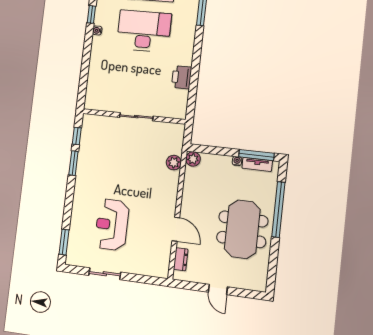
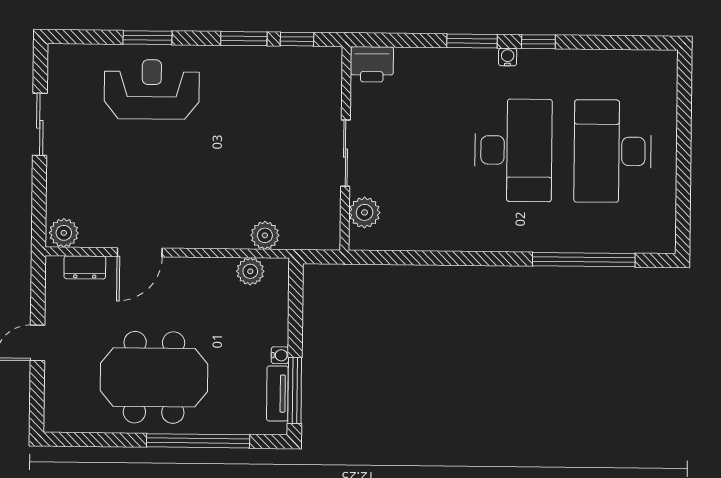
window: (87, 48) -> (472, 41), added
printer: (182, 77) -> (372, 64), moved, turned 180
plant: (167, 110) -> (365, 212), added
plant: (193, 159) -> (250, 271), moved
reception desk: (112, 225) -> (152, 89), moved
window: (64, 242) -> (147, 38), moved
plant: (162, 268) -> (64, 233), added

